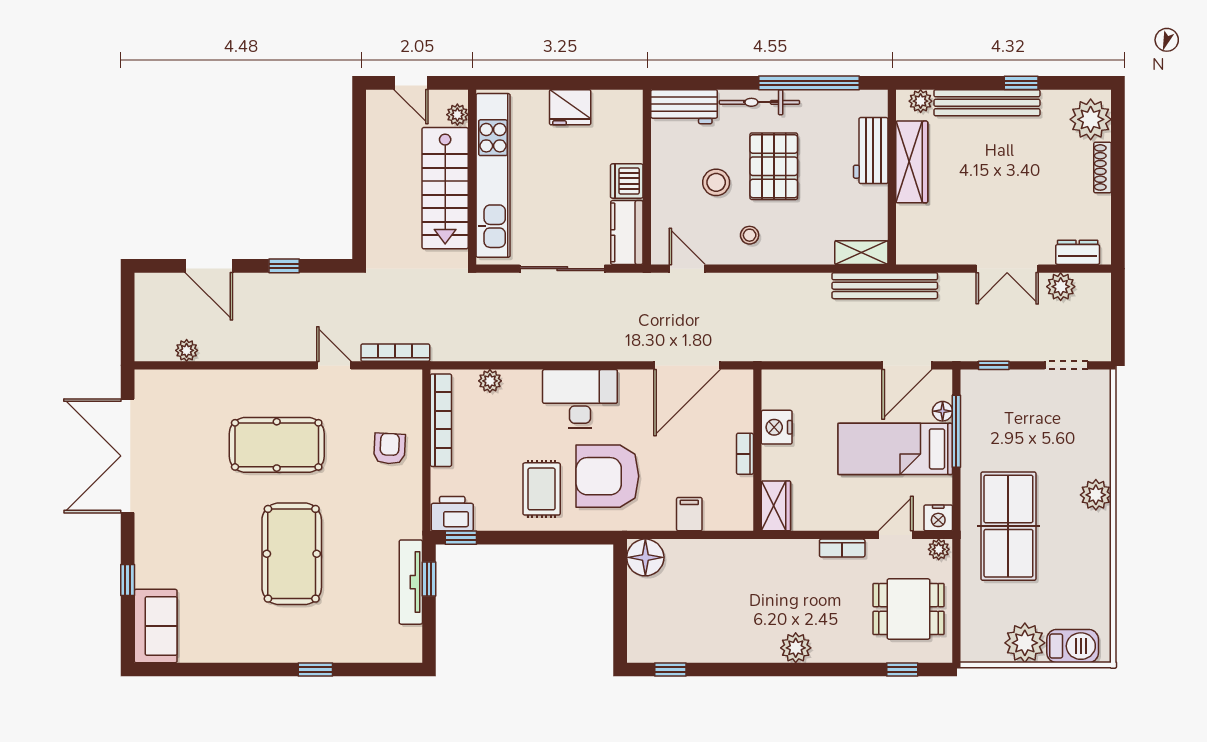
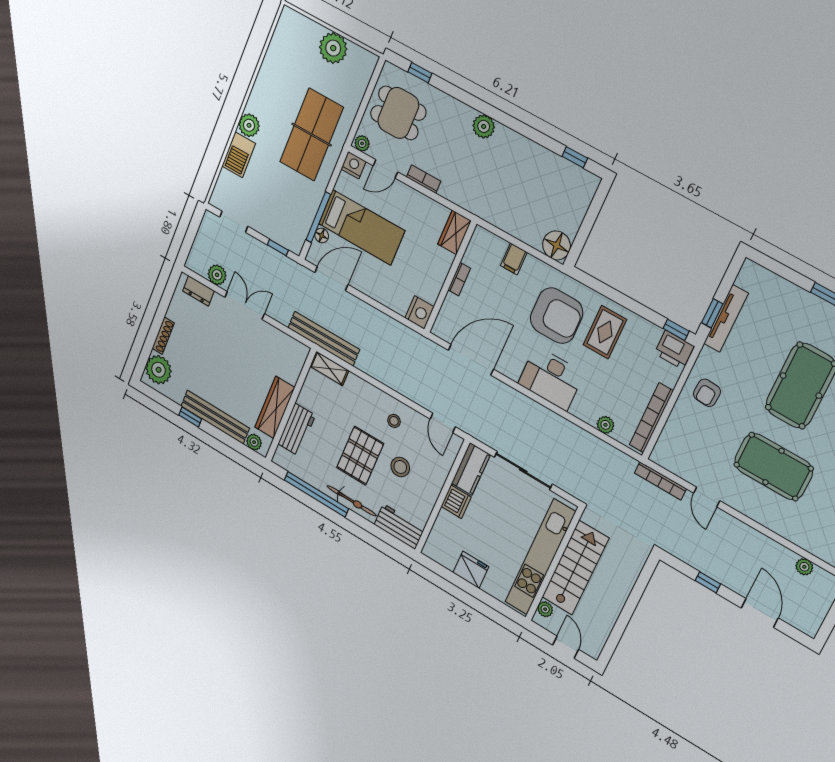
nightstand: (777, 427) -> (419, 312), moved
armchair: (390, 449) -> (707, 393), moved
barbecue: (1073, 646) -> (239, 155), moved, turned -90

